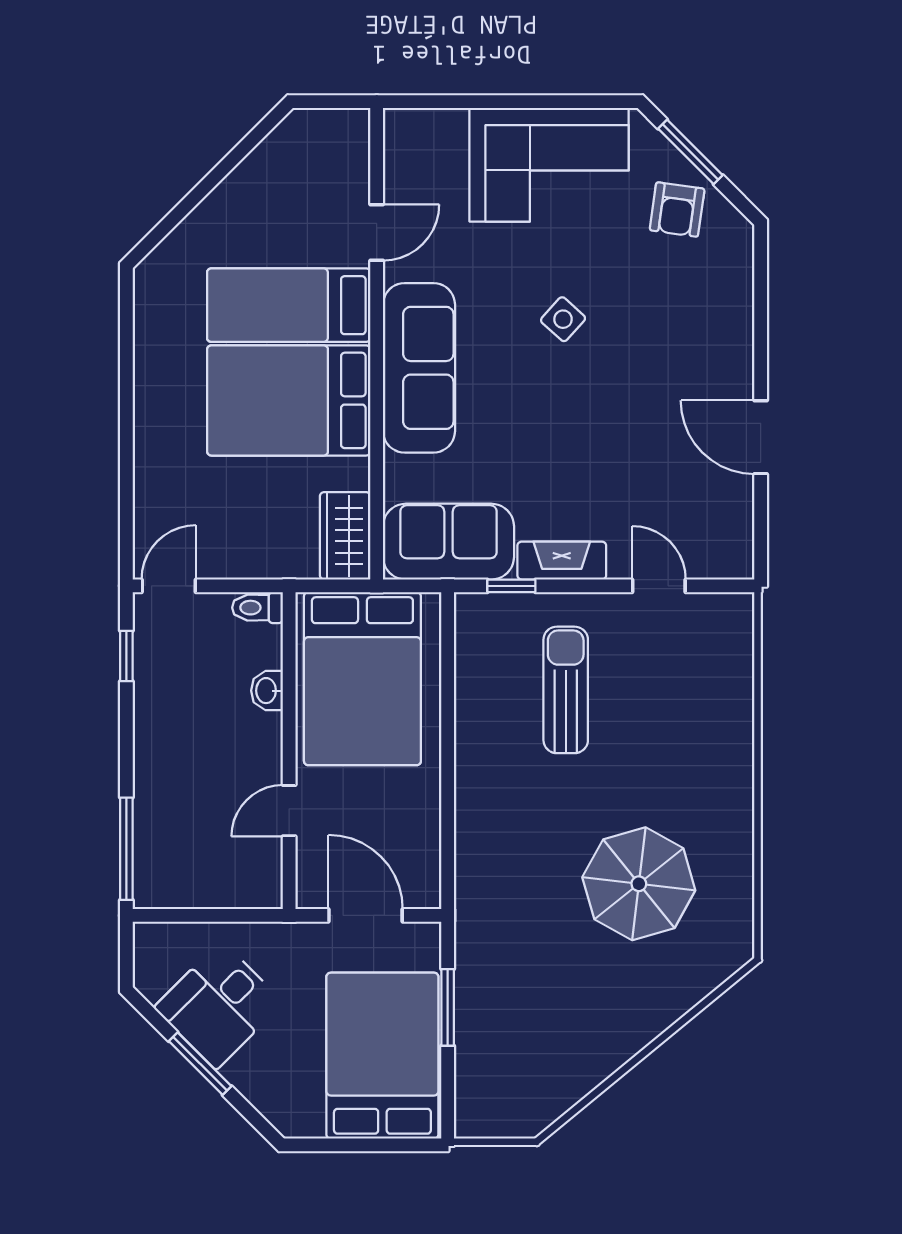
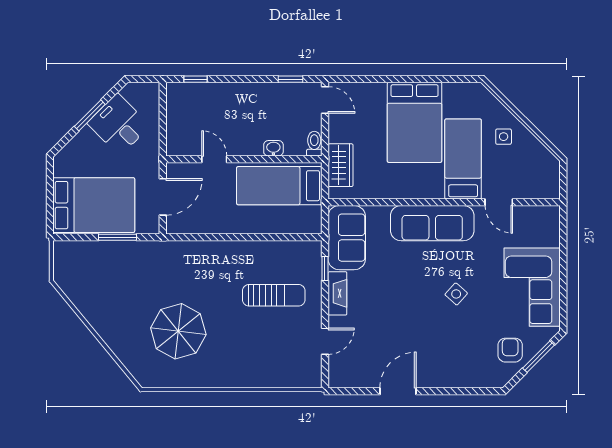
armchair: (677, 210) -> (510, 350), turned 82
side table: (243, 223) -> (504, 137), added
bed: (289, 400) -> (415, 122), moved, turned 180
wardrobe: (345, 536) -> (341, 165), moved, turned 90
bed: (362, 679) -> (279, 186), width x0.67
window: (126, 849) -> (196, 79), width x0.46

